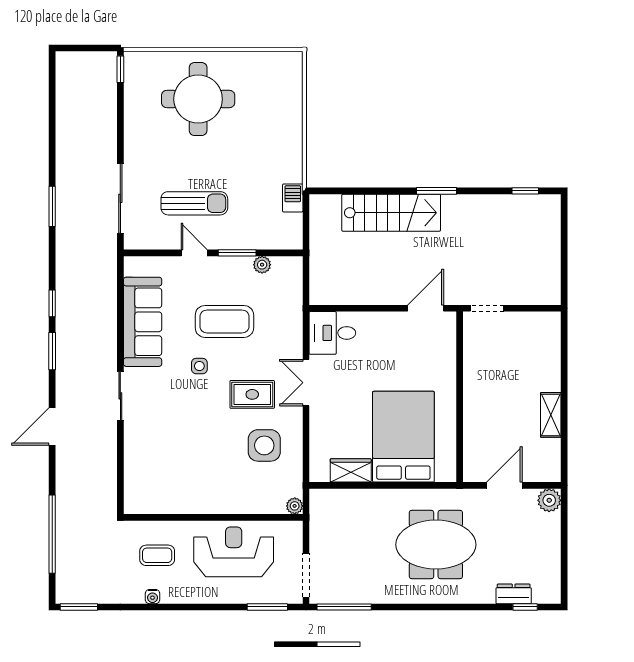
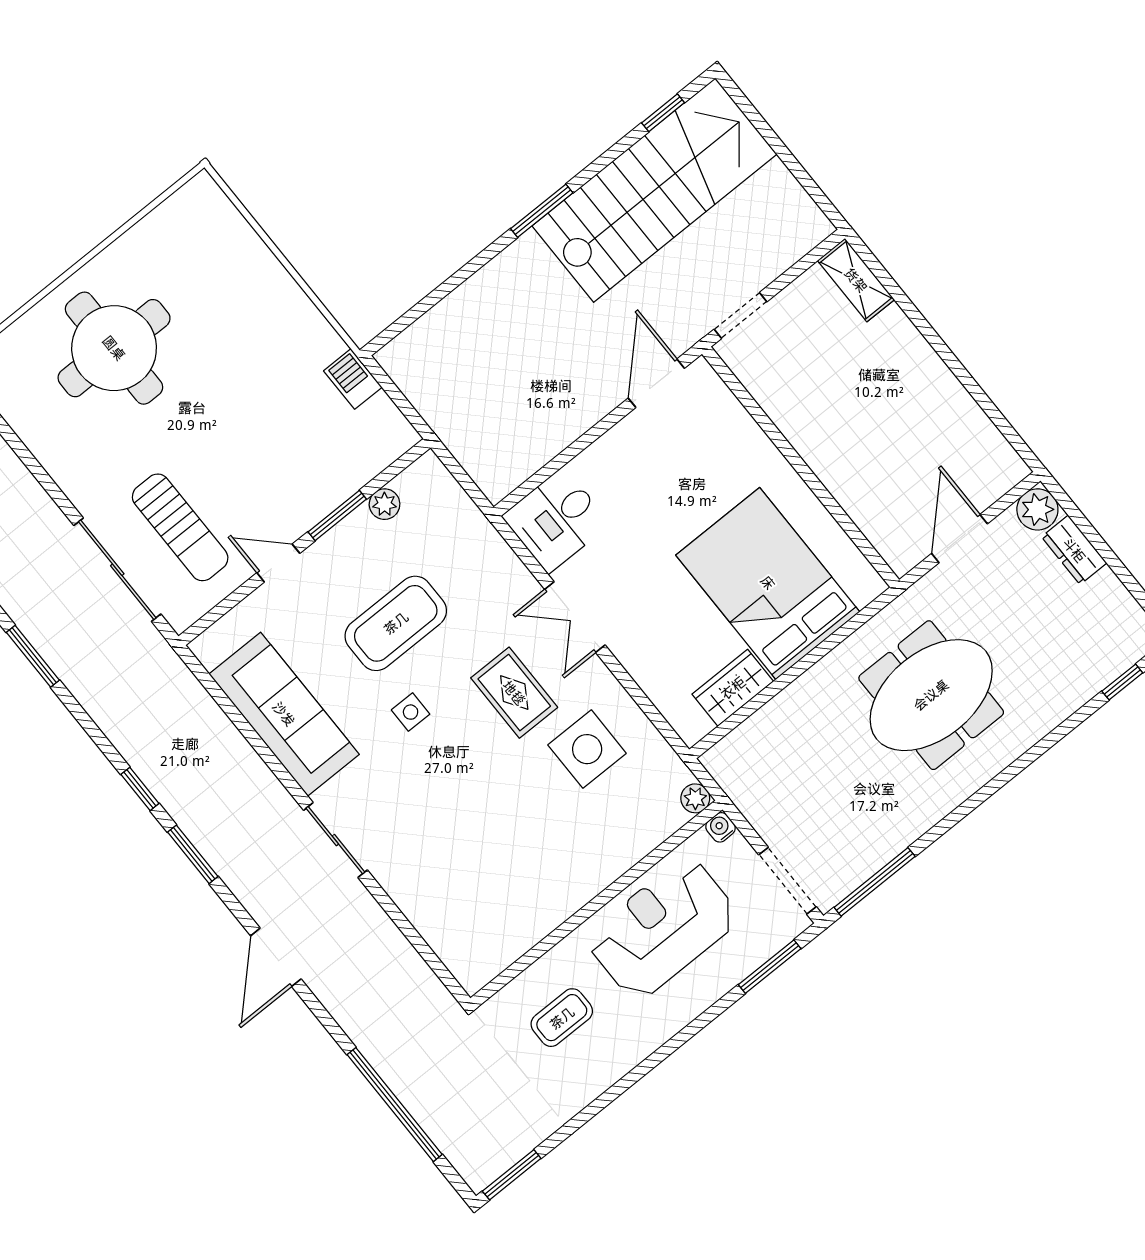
sun lounger: (194, 203) -> (180, 527), moved, turned 90
stairs: (391, 213) -> (655, 190), moved, width x1.36, depth x1.51
rug: (252, 394) -> (514, 693), turned 90
shelving: (551, 415) -> (856, 280), moved
dresser: (514, 594) -> (1074, 550), moved, turned -90
water cooler: (152, 597) -> (720, 827), moved, turned 180

